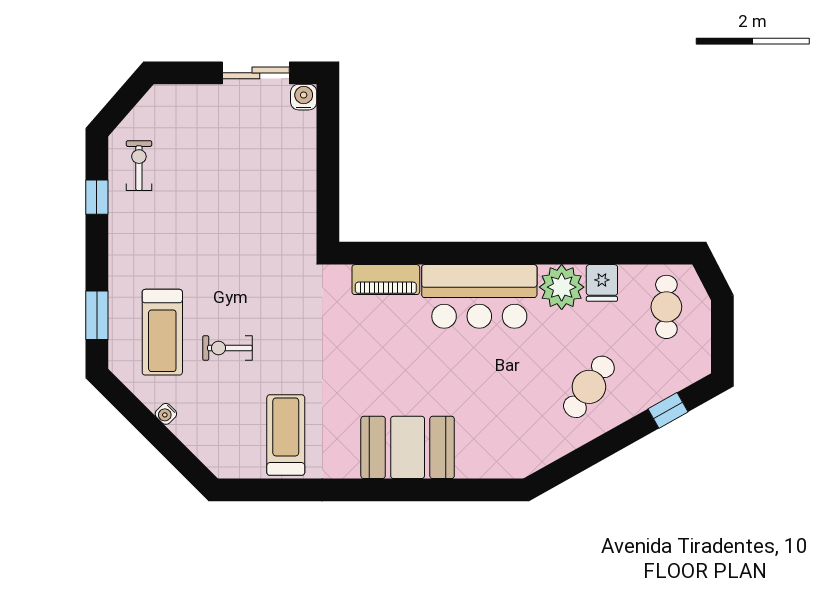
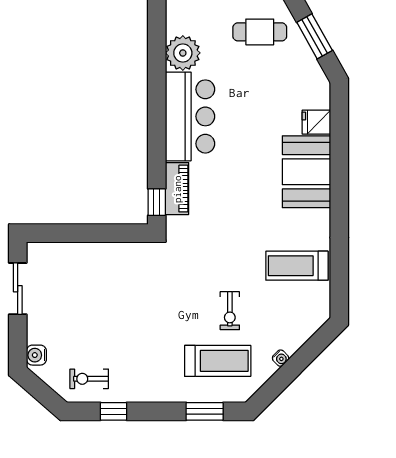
water cooler: (304, 97) -> (36, 355), moved
window: (368, 253) -> (157, 202), added
fridge: (602, 283) -> (316, 122), moved, turned 180
cafe table: (589, 387) -> (260, 32), turned -35
window: (583, 458) -> (315, 36), added

